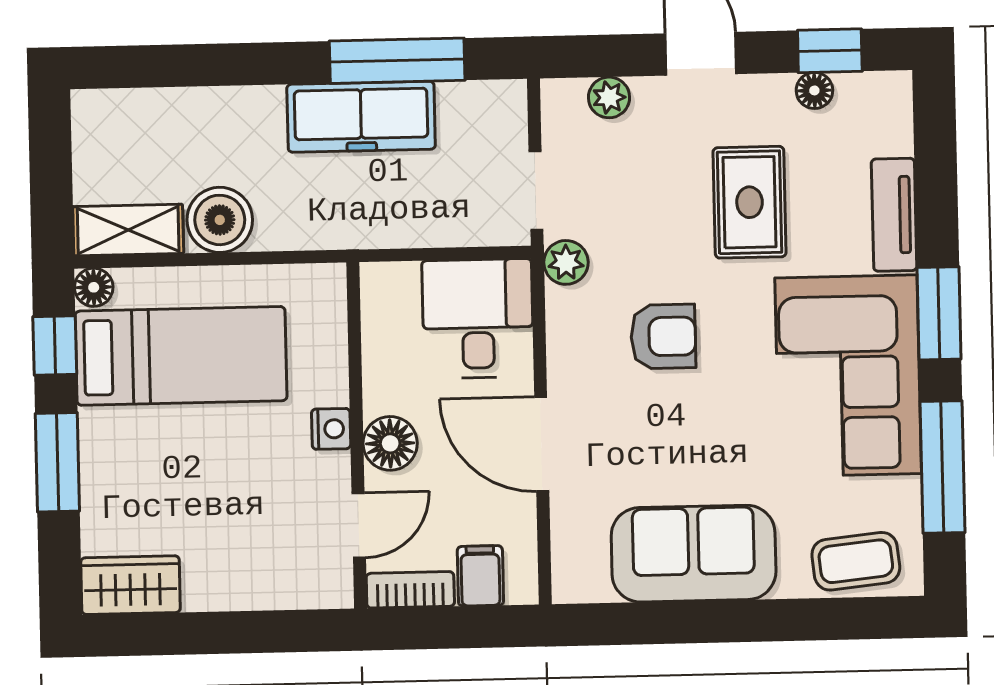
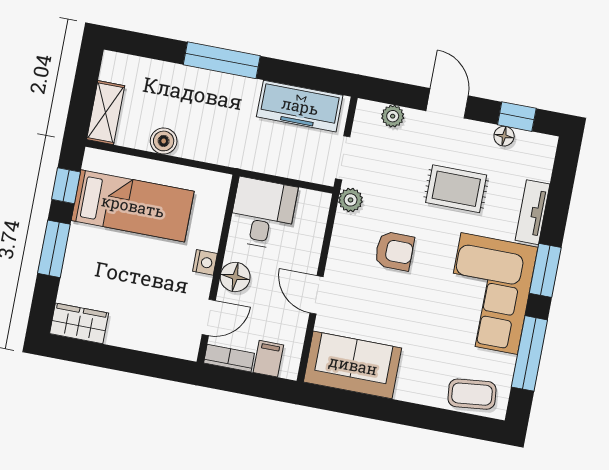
window: (397, 61) -> (222, 60), moved
freezer: (361, 117) -> (300, 106), moved
rug: (750, 202) -> (456, 189), turned 90
boiler: (220, 220) -> (164, 141), width x0.73, depth x0.73
shelving: (128, 230) -> (106, 113), moved, turned 90
floor lamp: (94, 287) -> (94, 159), removed
desk: (478, 318) -> (263, 213), moved
door: (542, 444) -> (317, 295), width x0.73
sofa: (694, 554) -> (353, 365), moved

